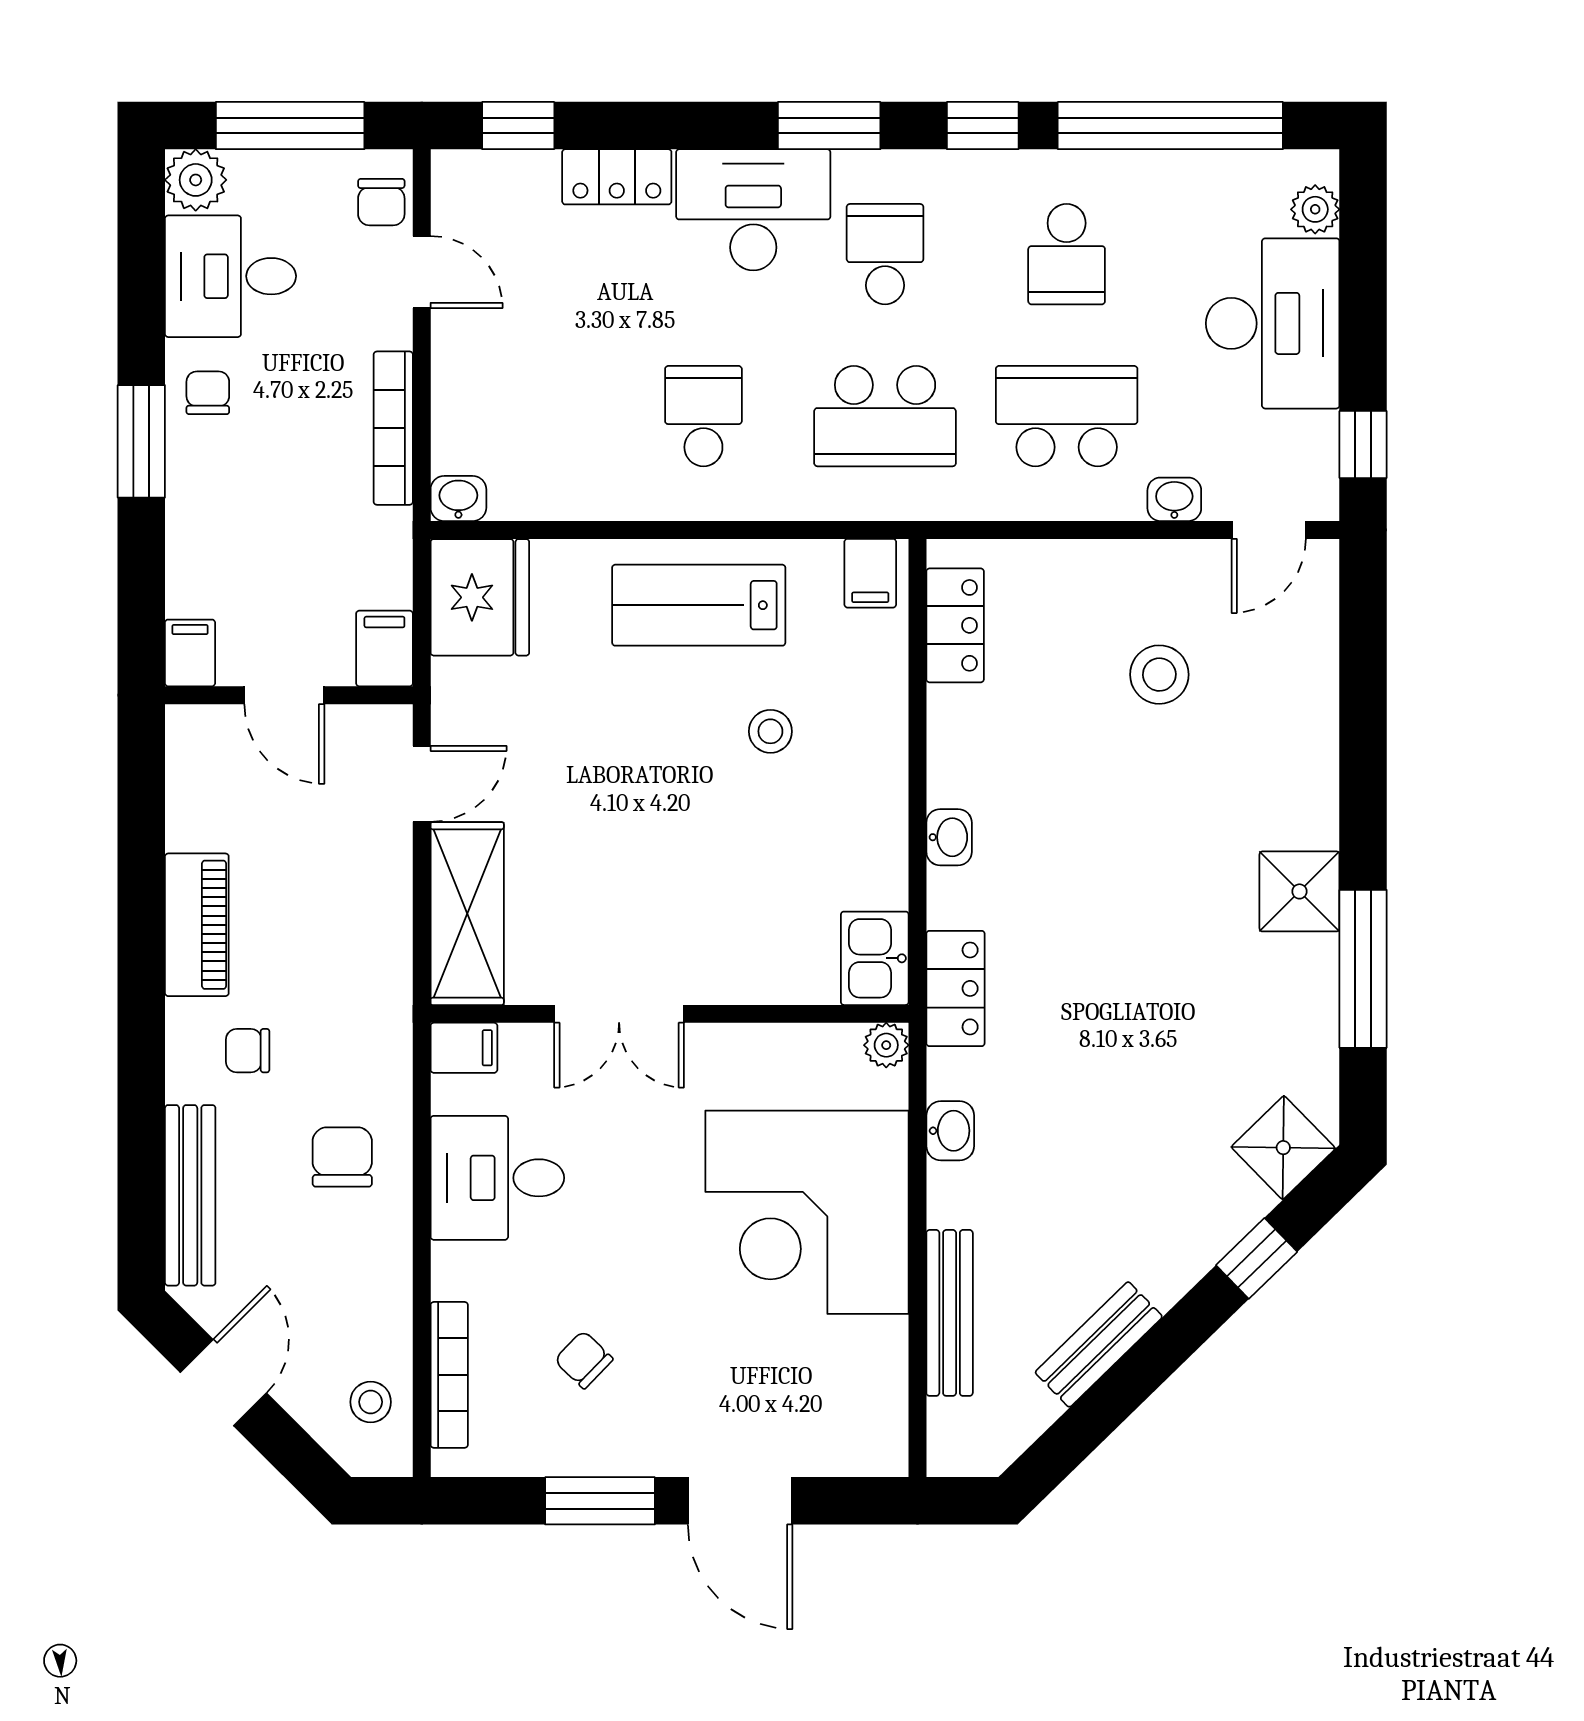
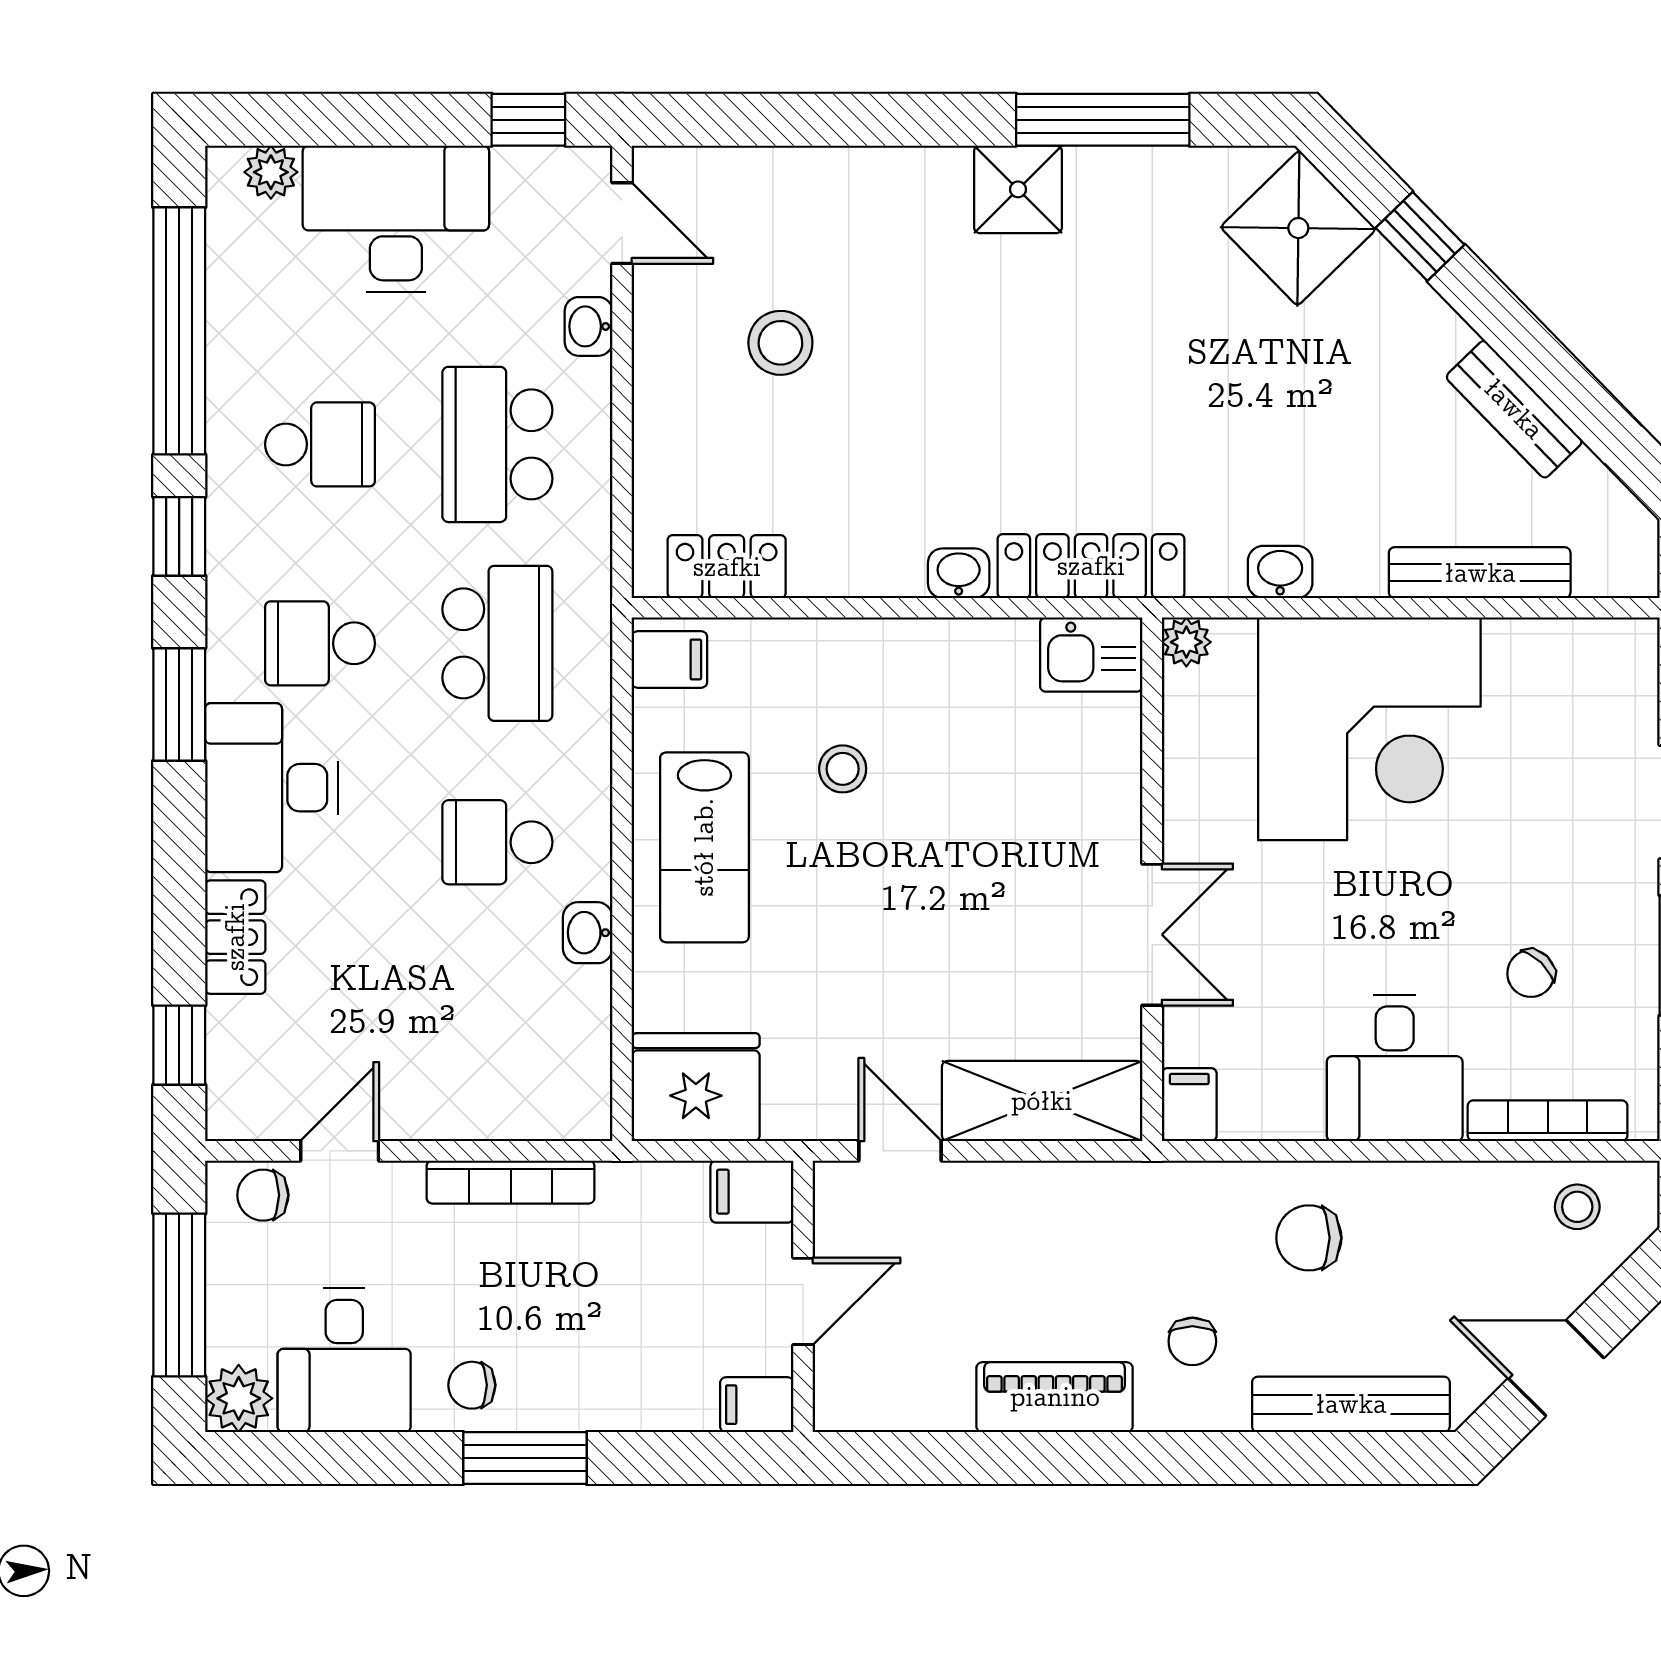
chair: (381, 202) -> (263, 1195), turned 180
washbasin: (458, 499) -> (588, 933), moved
locker: (955, 988) -> (1091, 566), width x1.53
shower: (1283, 1148) -> (1298, 228), width x1.36, depth x1.36
desk: (497, 1178) -> (1395, 1068), moved

